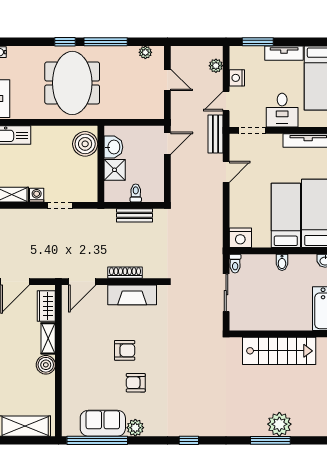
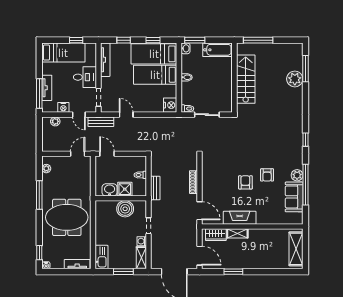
window: (65, 42) -> (39, 253), moved
window: (258, 42) -> (39, 93), width x1.44
tv unit: (284, 53) -> (47, 88), moved
door: (167, 80) -> (78, 154), moved
boiler: (85, 144) -> (125, 209), moved
bench: (134, 215) -> (155, 188), moved
fireplace: (132, 295) -> (240, 218), moved, turned -90
boiler: (46, 365) -> (255, 235), removed
window: (97, 440) -> (306, 185), moved
window: (270, 440) -> (306, 69), moved

